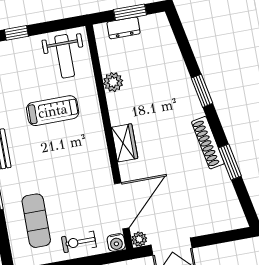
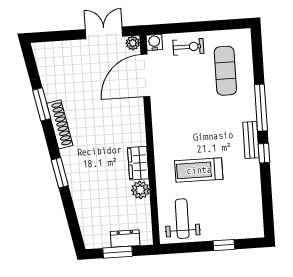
wardrobe: (125, 143) -> (138, 163), moved

